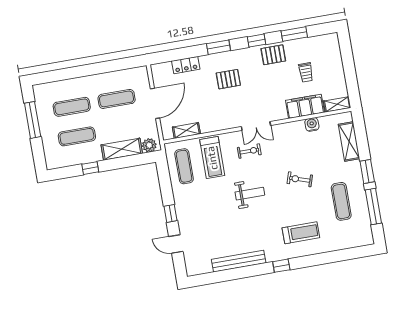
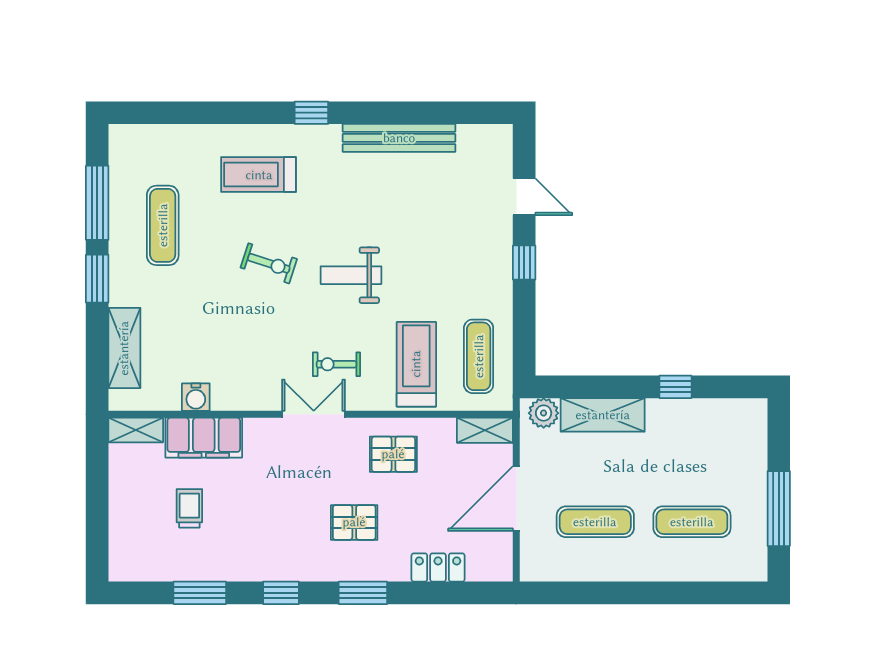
pallet: (273, 55) -> (393, 454), moved
shelving: (186, 131) -> (485, 430), moved
exercise mat: (77, 136) -> (692, 458), removed
exercise bike: (300, 179) -> (269, 263), moved

